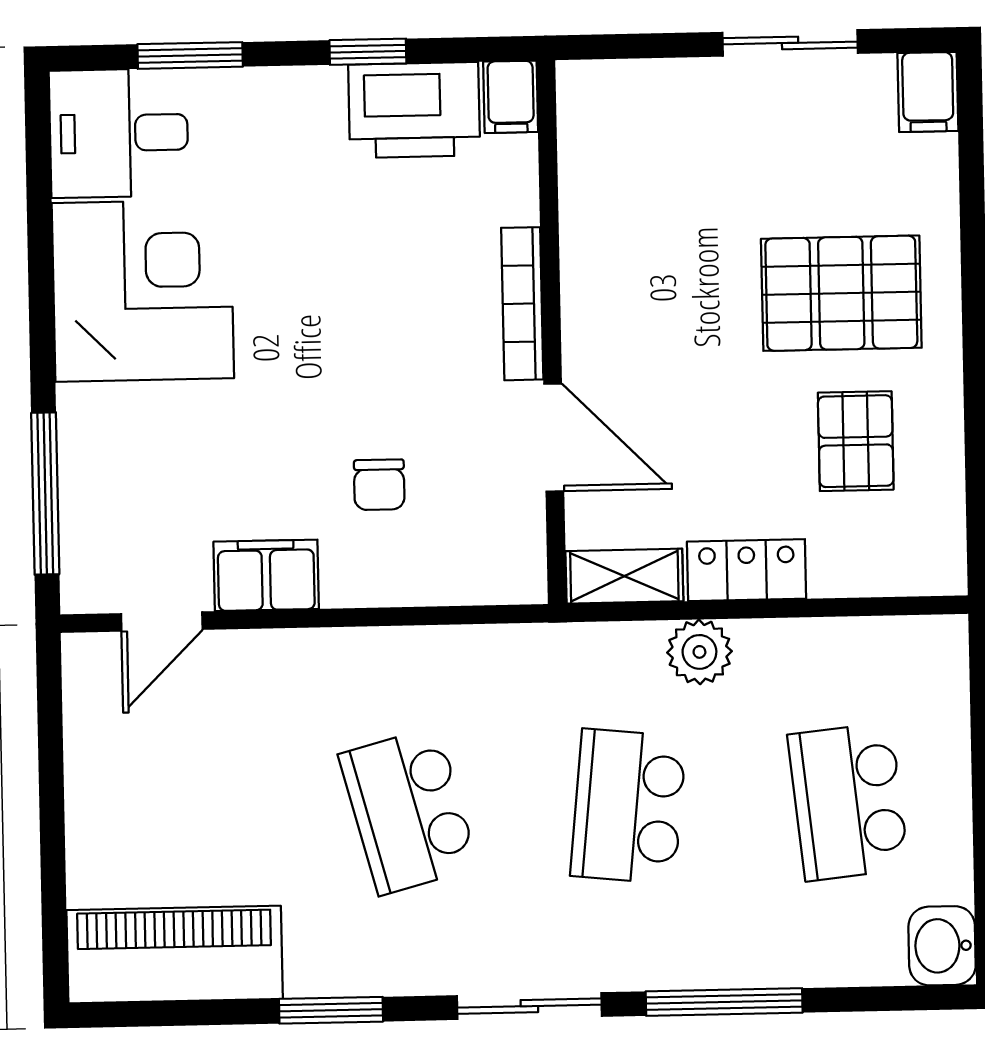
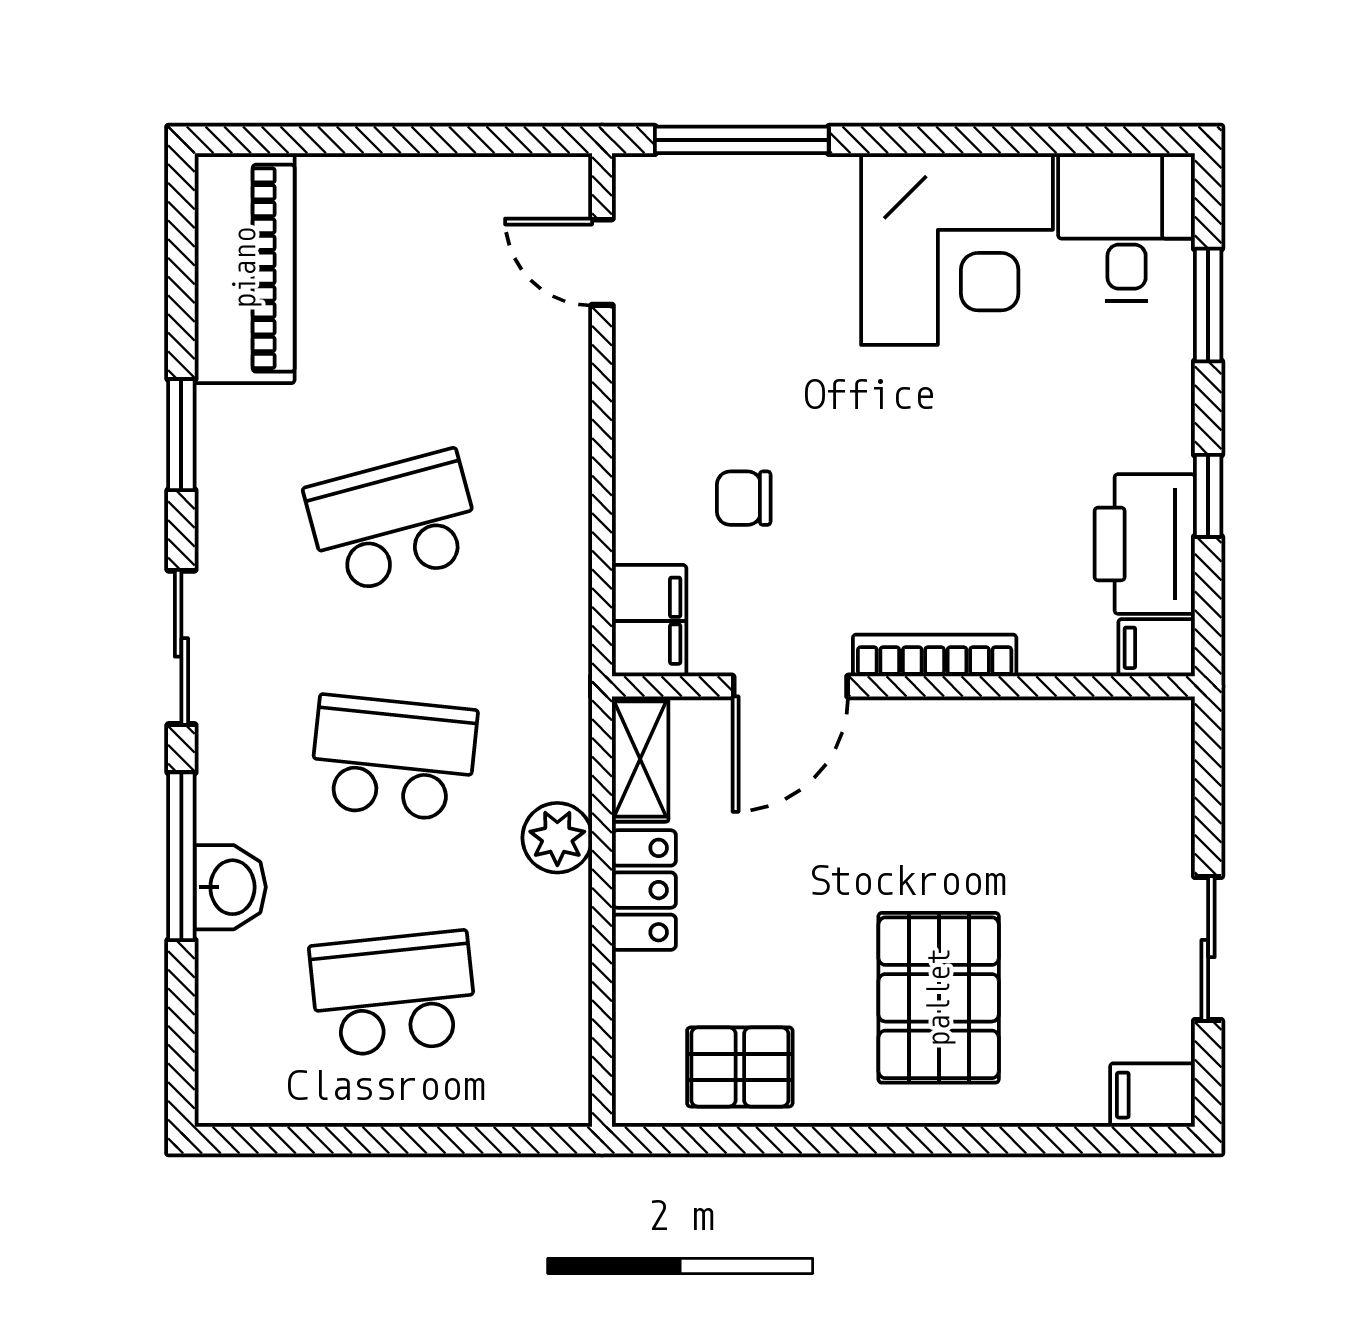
pallet: (856, 441) -> (740, 1067), moved
filing cabinet: (266, 575) -> (649, 621), moved
washbasin: (942, 946) -> (230, 887), moved, turned 90

